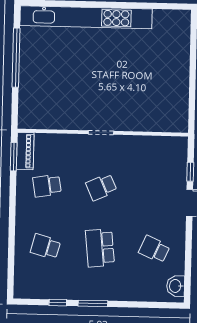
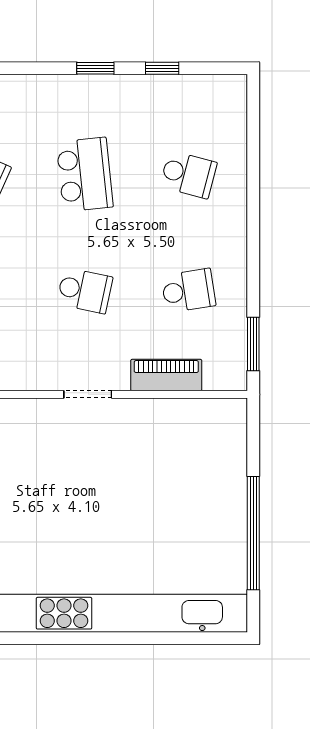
piano: (25, 151) -> (166, 375), moved, turned 90
school desk: (101, 187) -> (85, 291), turned 36
window: (93, 303) -> (95, 68), width x0.67

